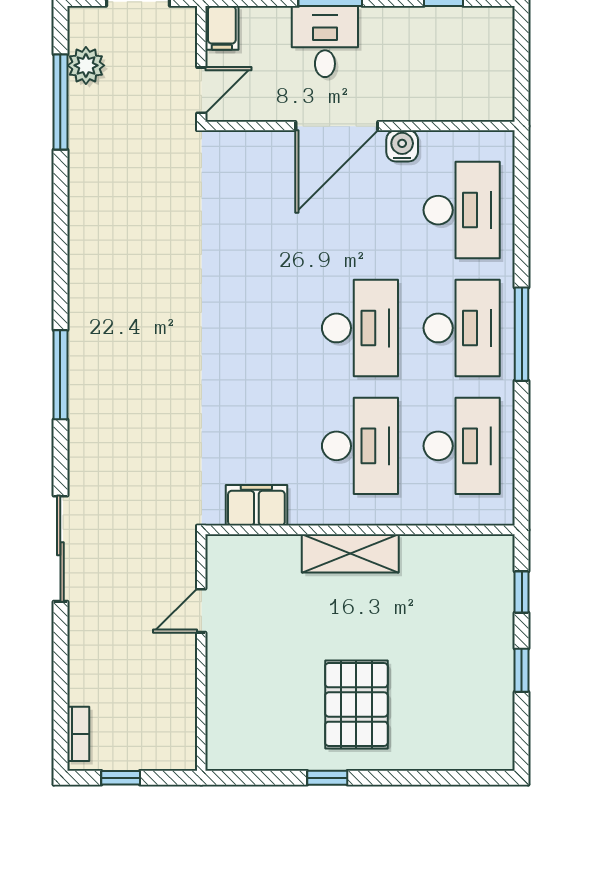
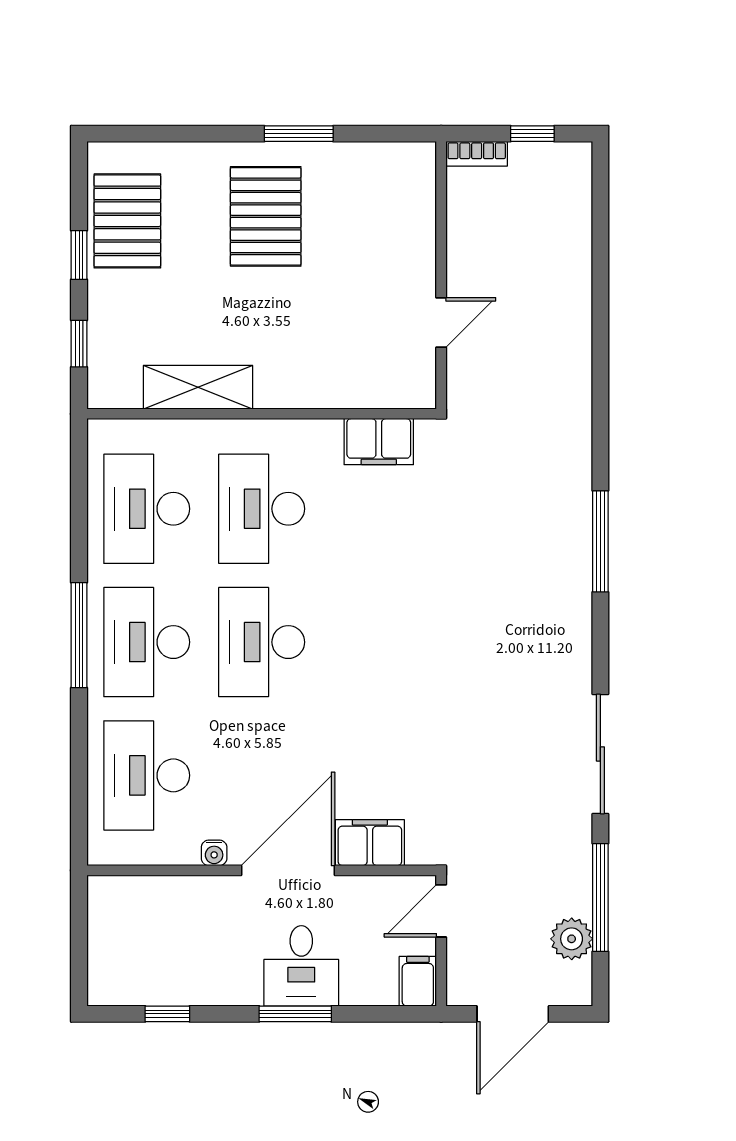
water cooler: (402, 146) -> (214, 853), width x0.72, depth x0.72
filing cabinet: (264, 151) -> (370, 843), added
window: (60, 375) -> (600, 541), moved
sliding door: (60, 549) -> (600, 754), moved
shelving: (350, 553) -> (198, 387), moved
pallet: (479, 700) -> (127, 221), added
bookcase: (78, 734) -> (477, 154), moved, turned -90
window: (327, 778) -> (299, 134), width x1.50

